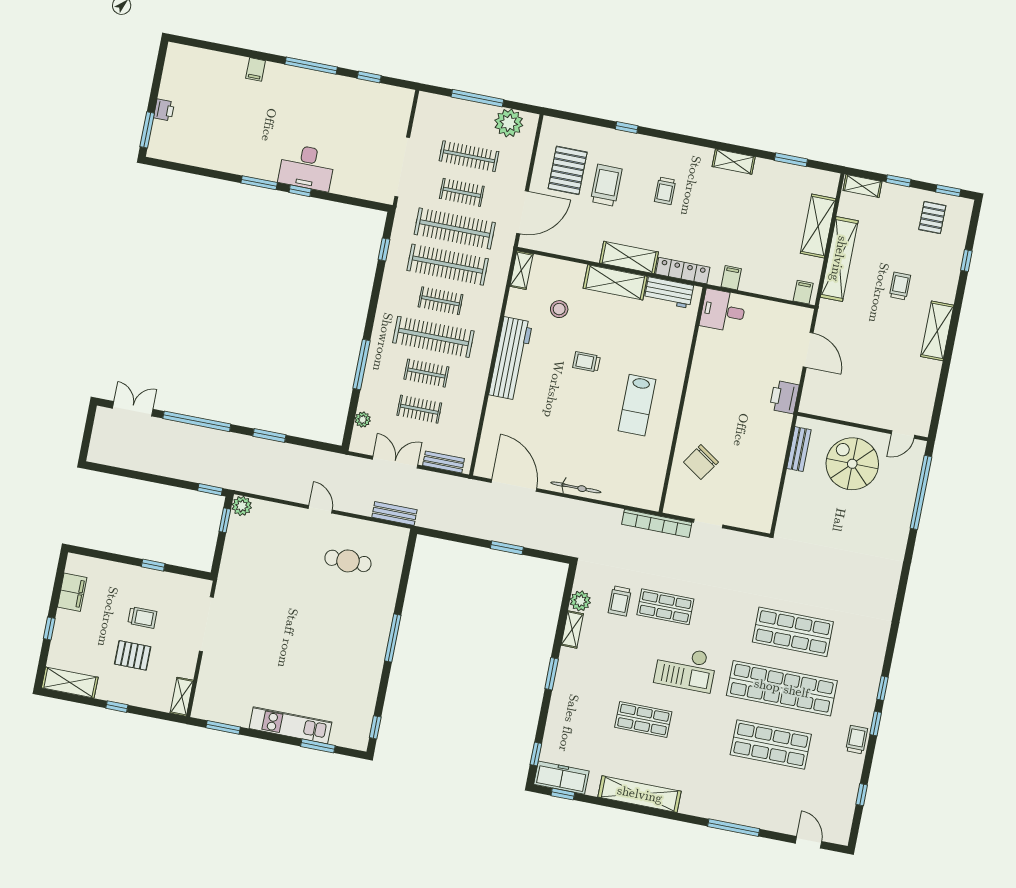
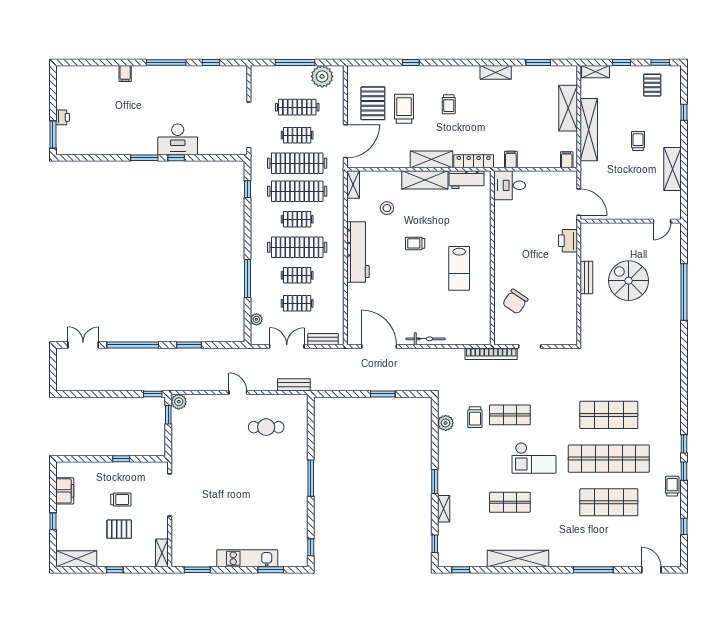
wall: (862, 427) -> (631, 221), moved
door: (903, 434) -> (662, 221), moved
shelving: (572, 629) -> (444, 509), moved
freezer: (561, 778) -> (457, 558), removed

